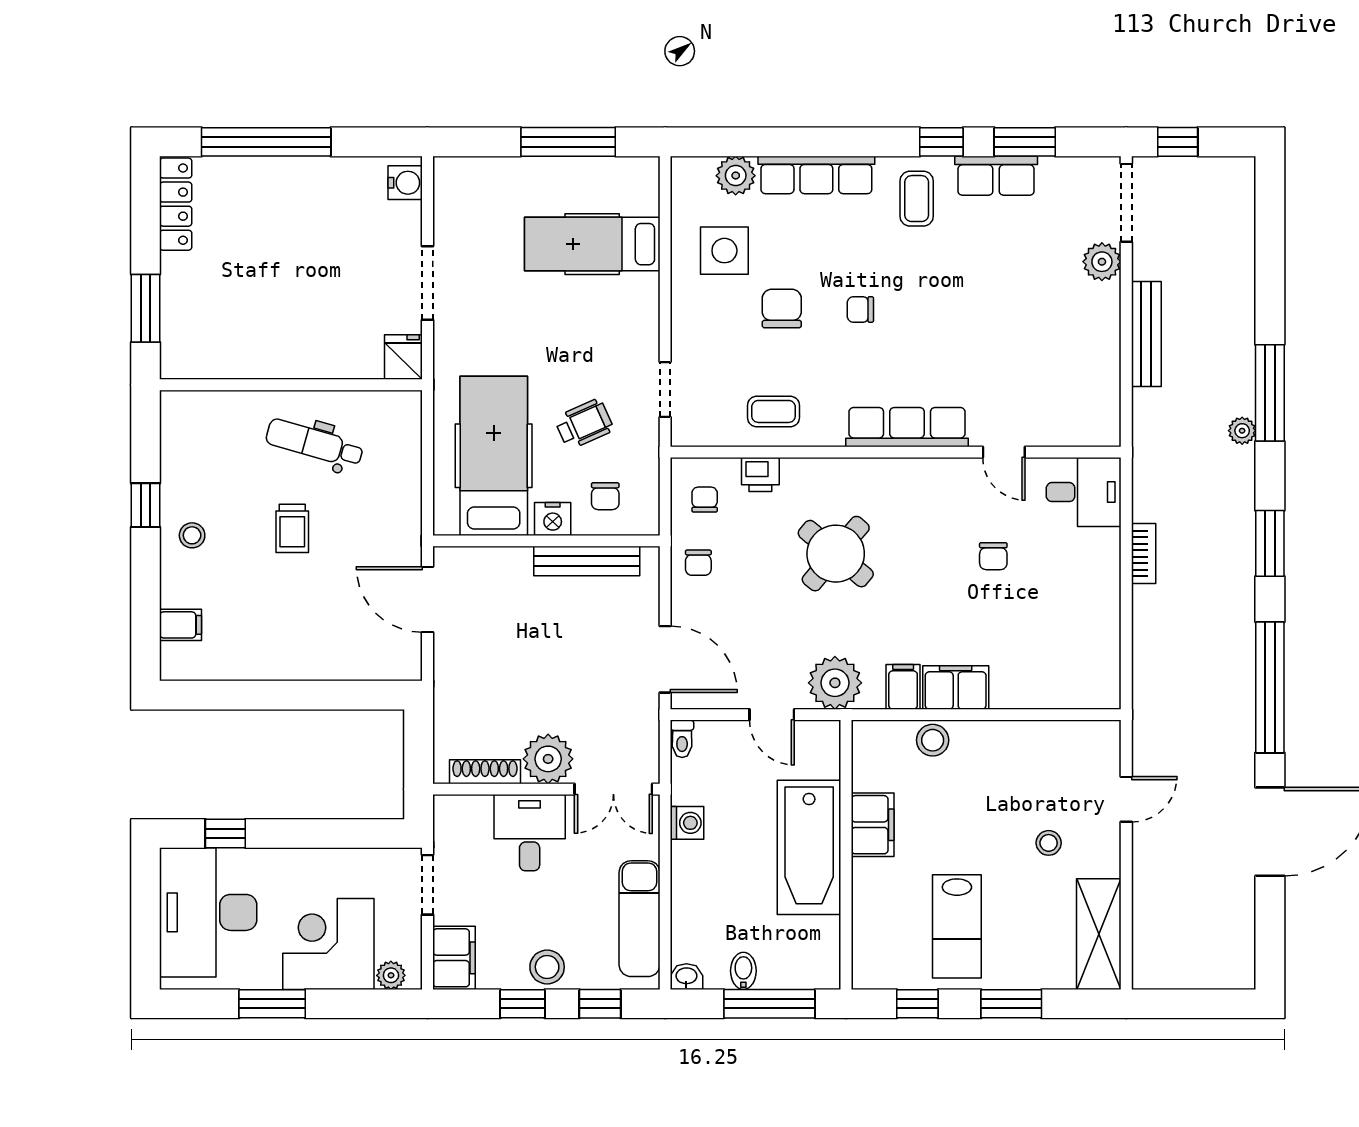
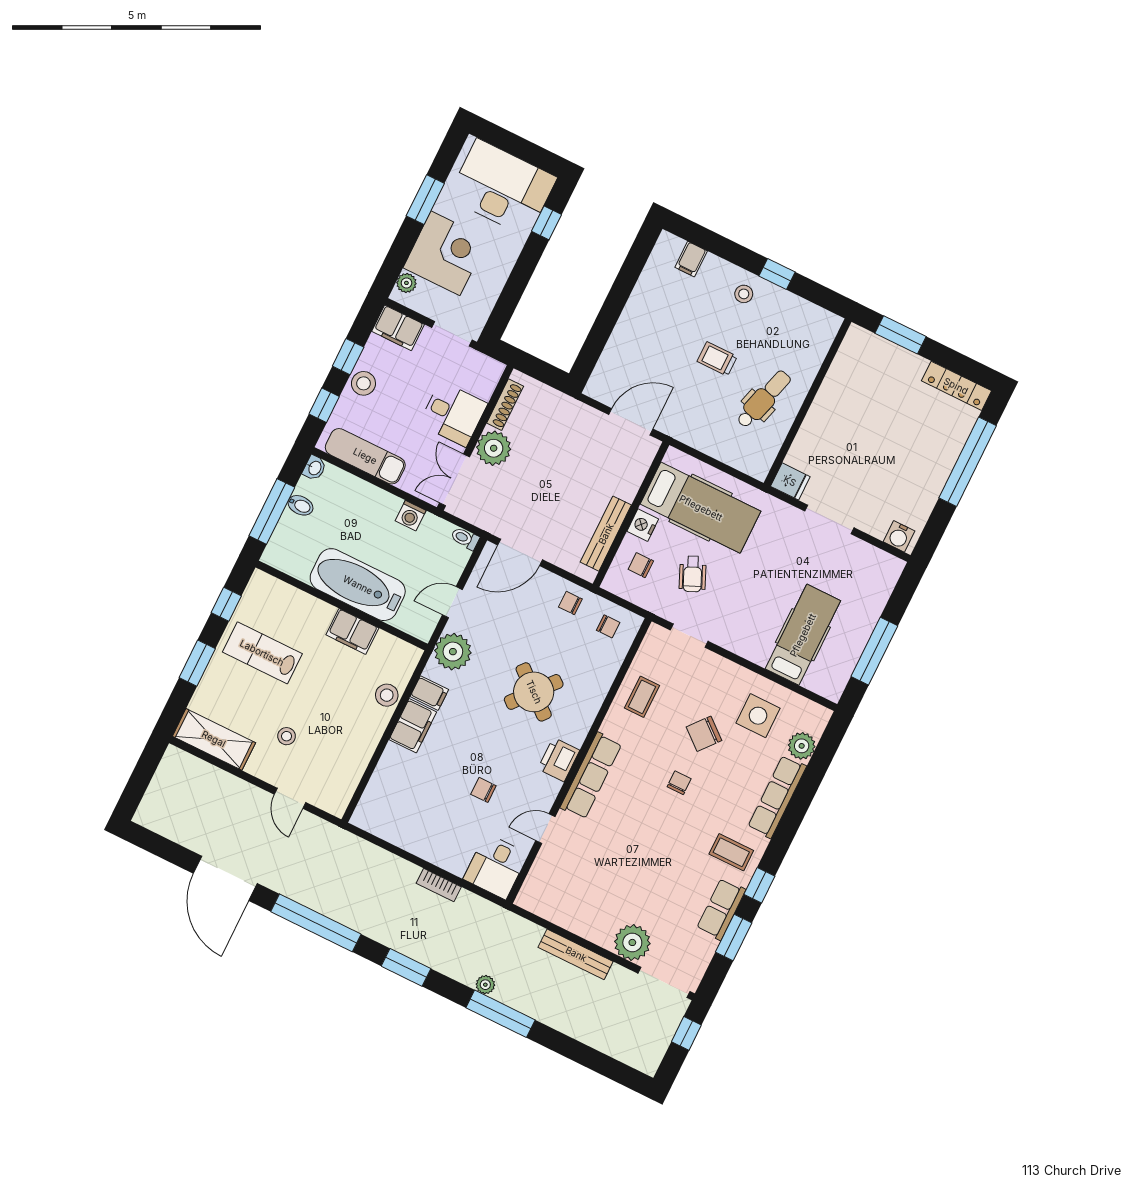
plant: (1102, 262) -> (632, 942), width x1.36, depth x1.36
chair: (782, 309) -> (704, 734), turned 130
printer: (760, 475) -> (559, 760), moved, width x1.36, depth x1.24

